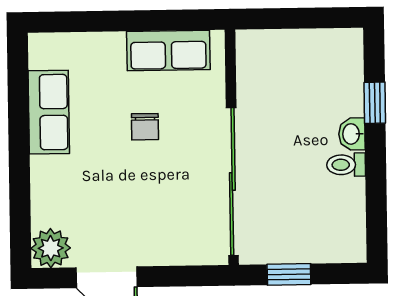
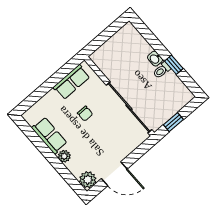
window: (375, 103) -> (174, 65), moved
plant: (44, 171) -> (64, 156), added

